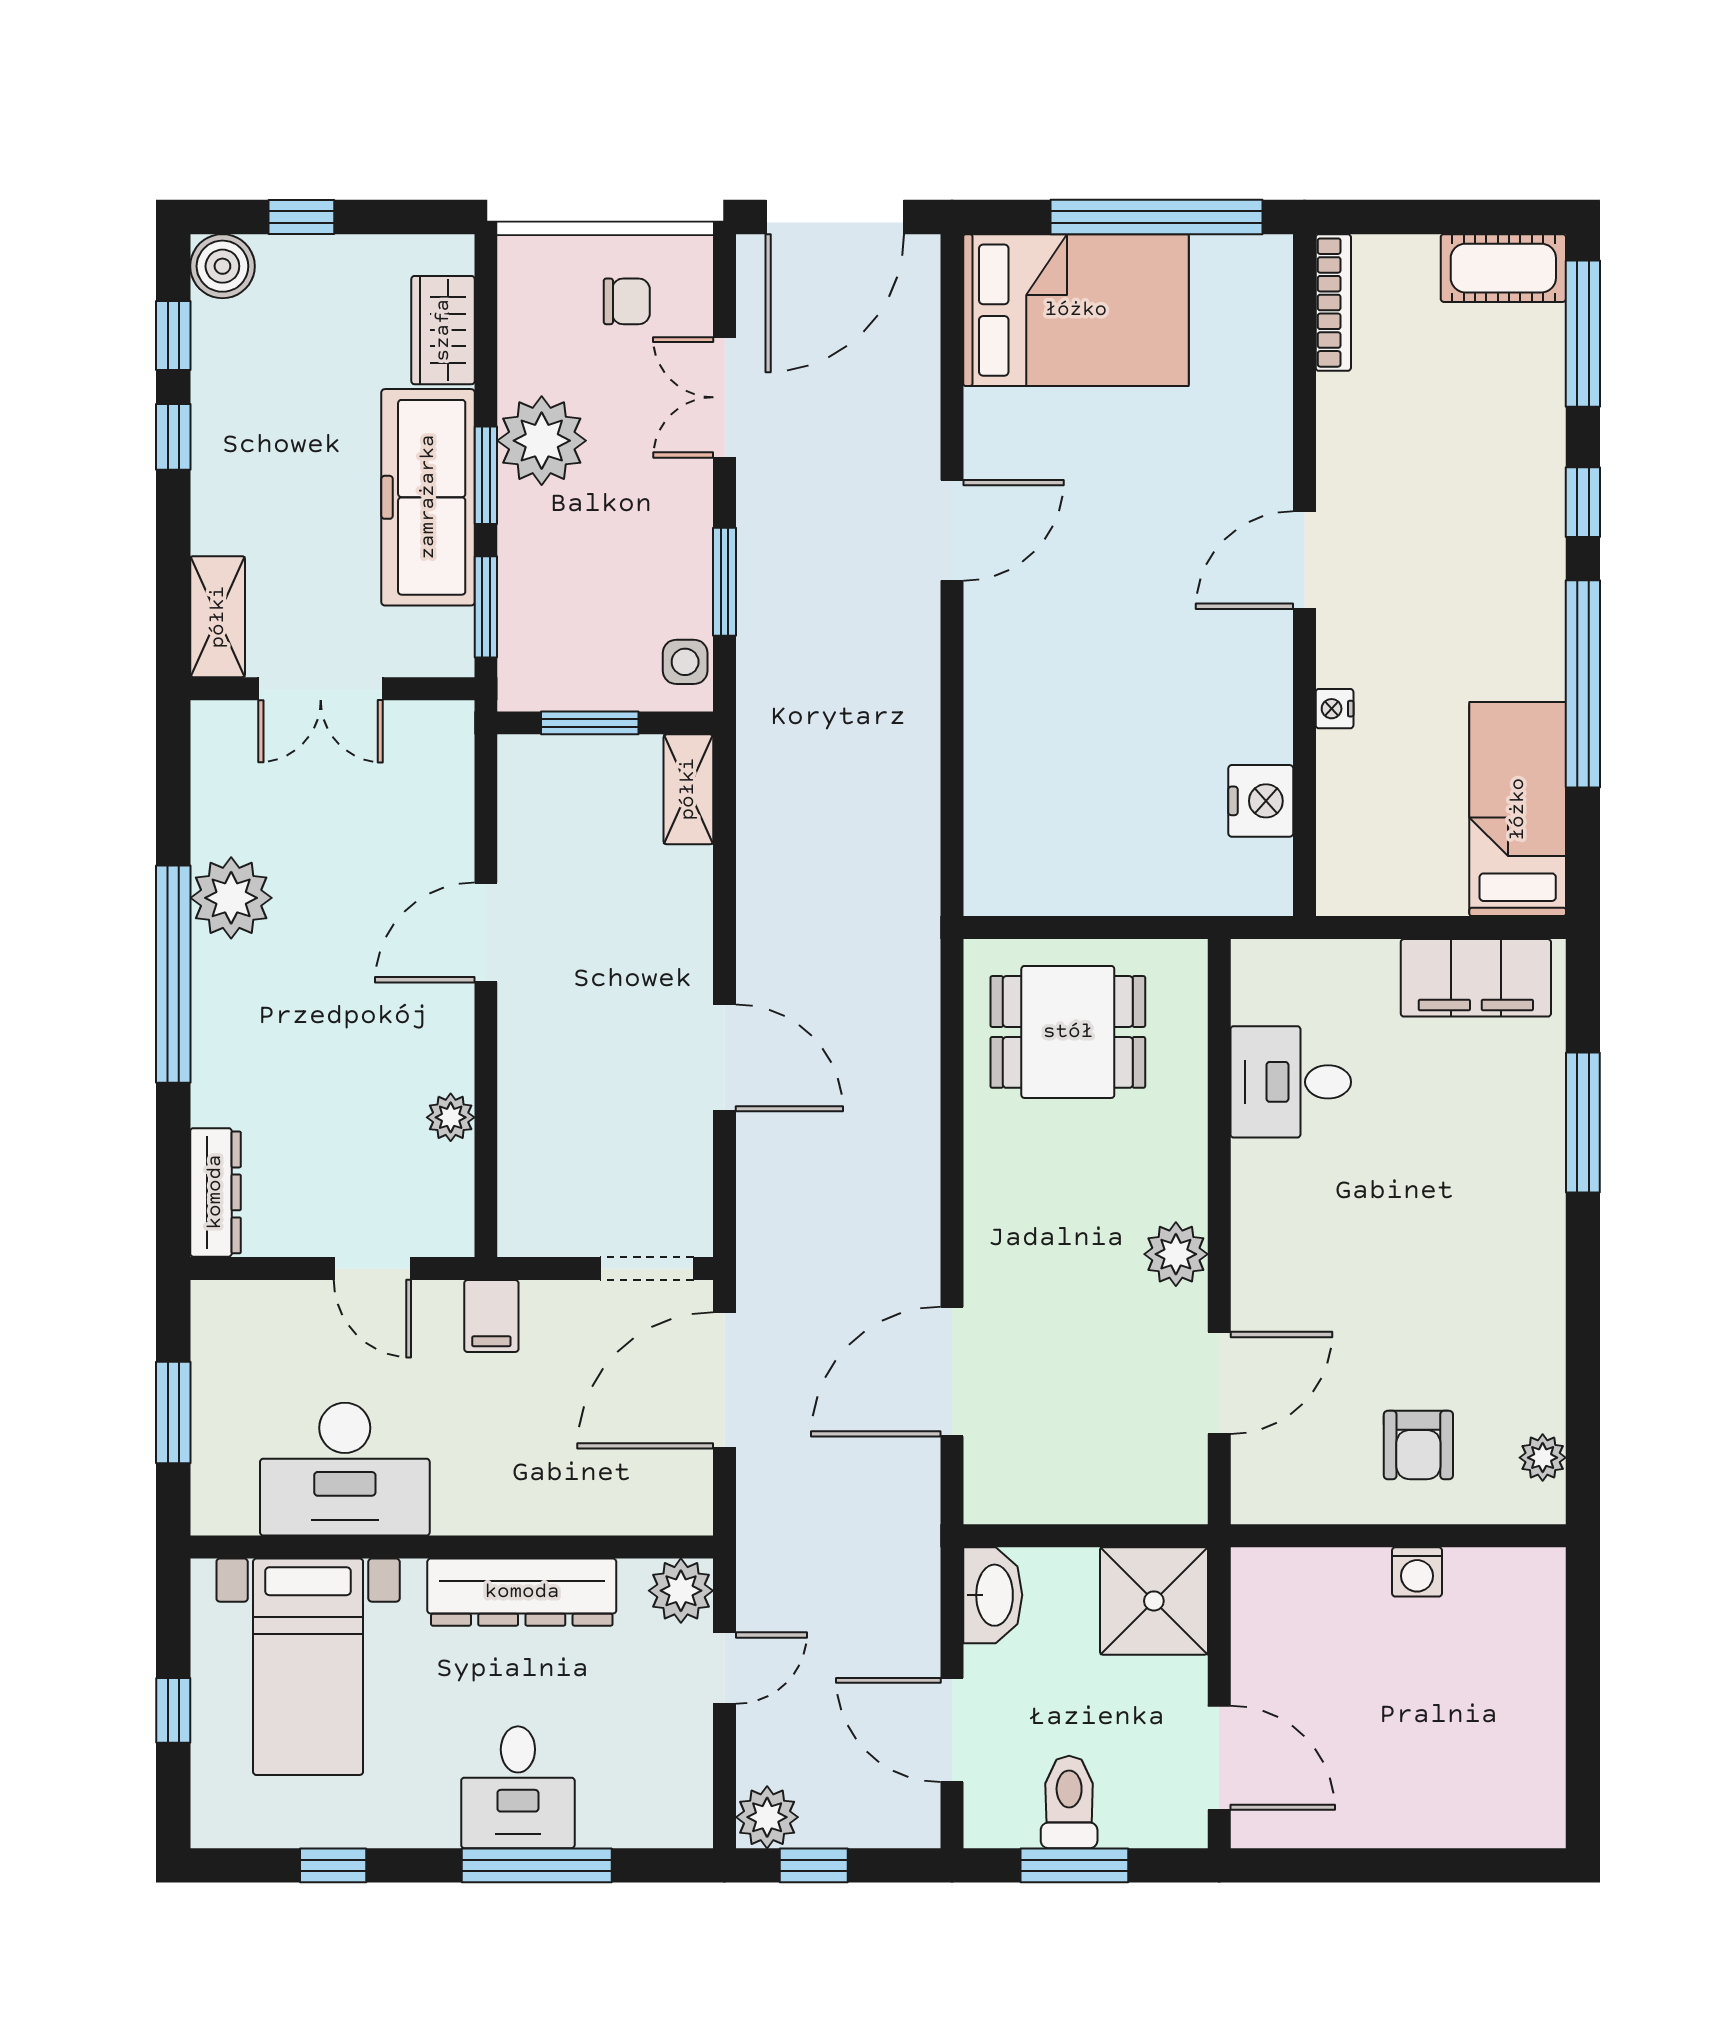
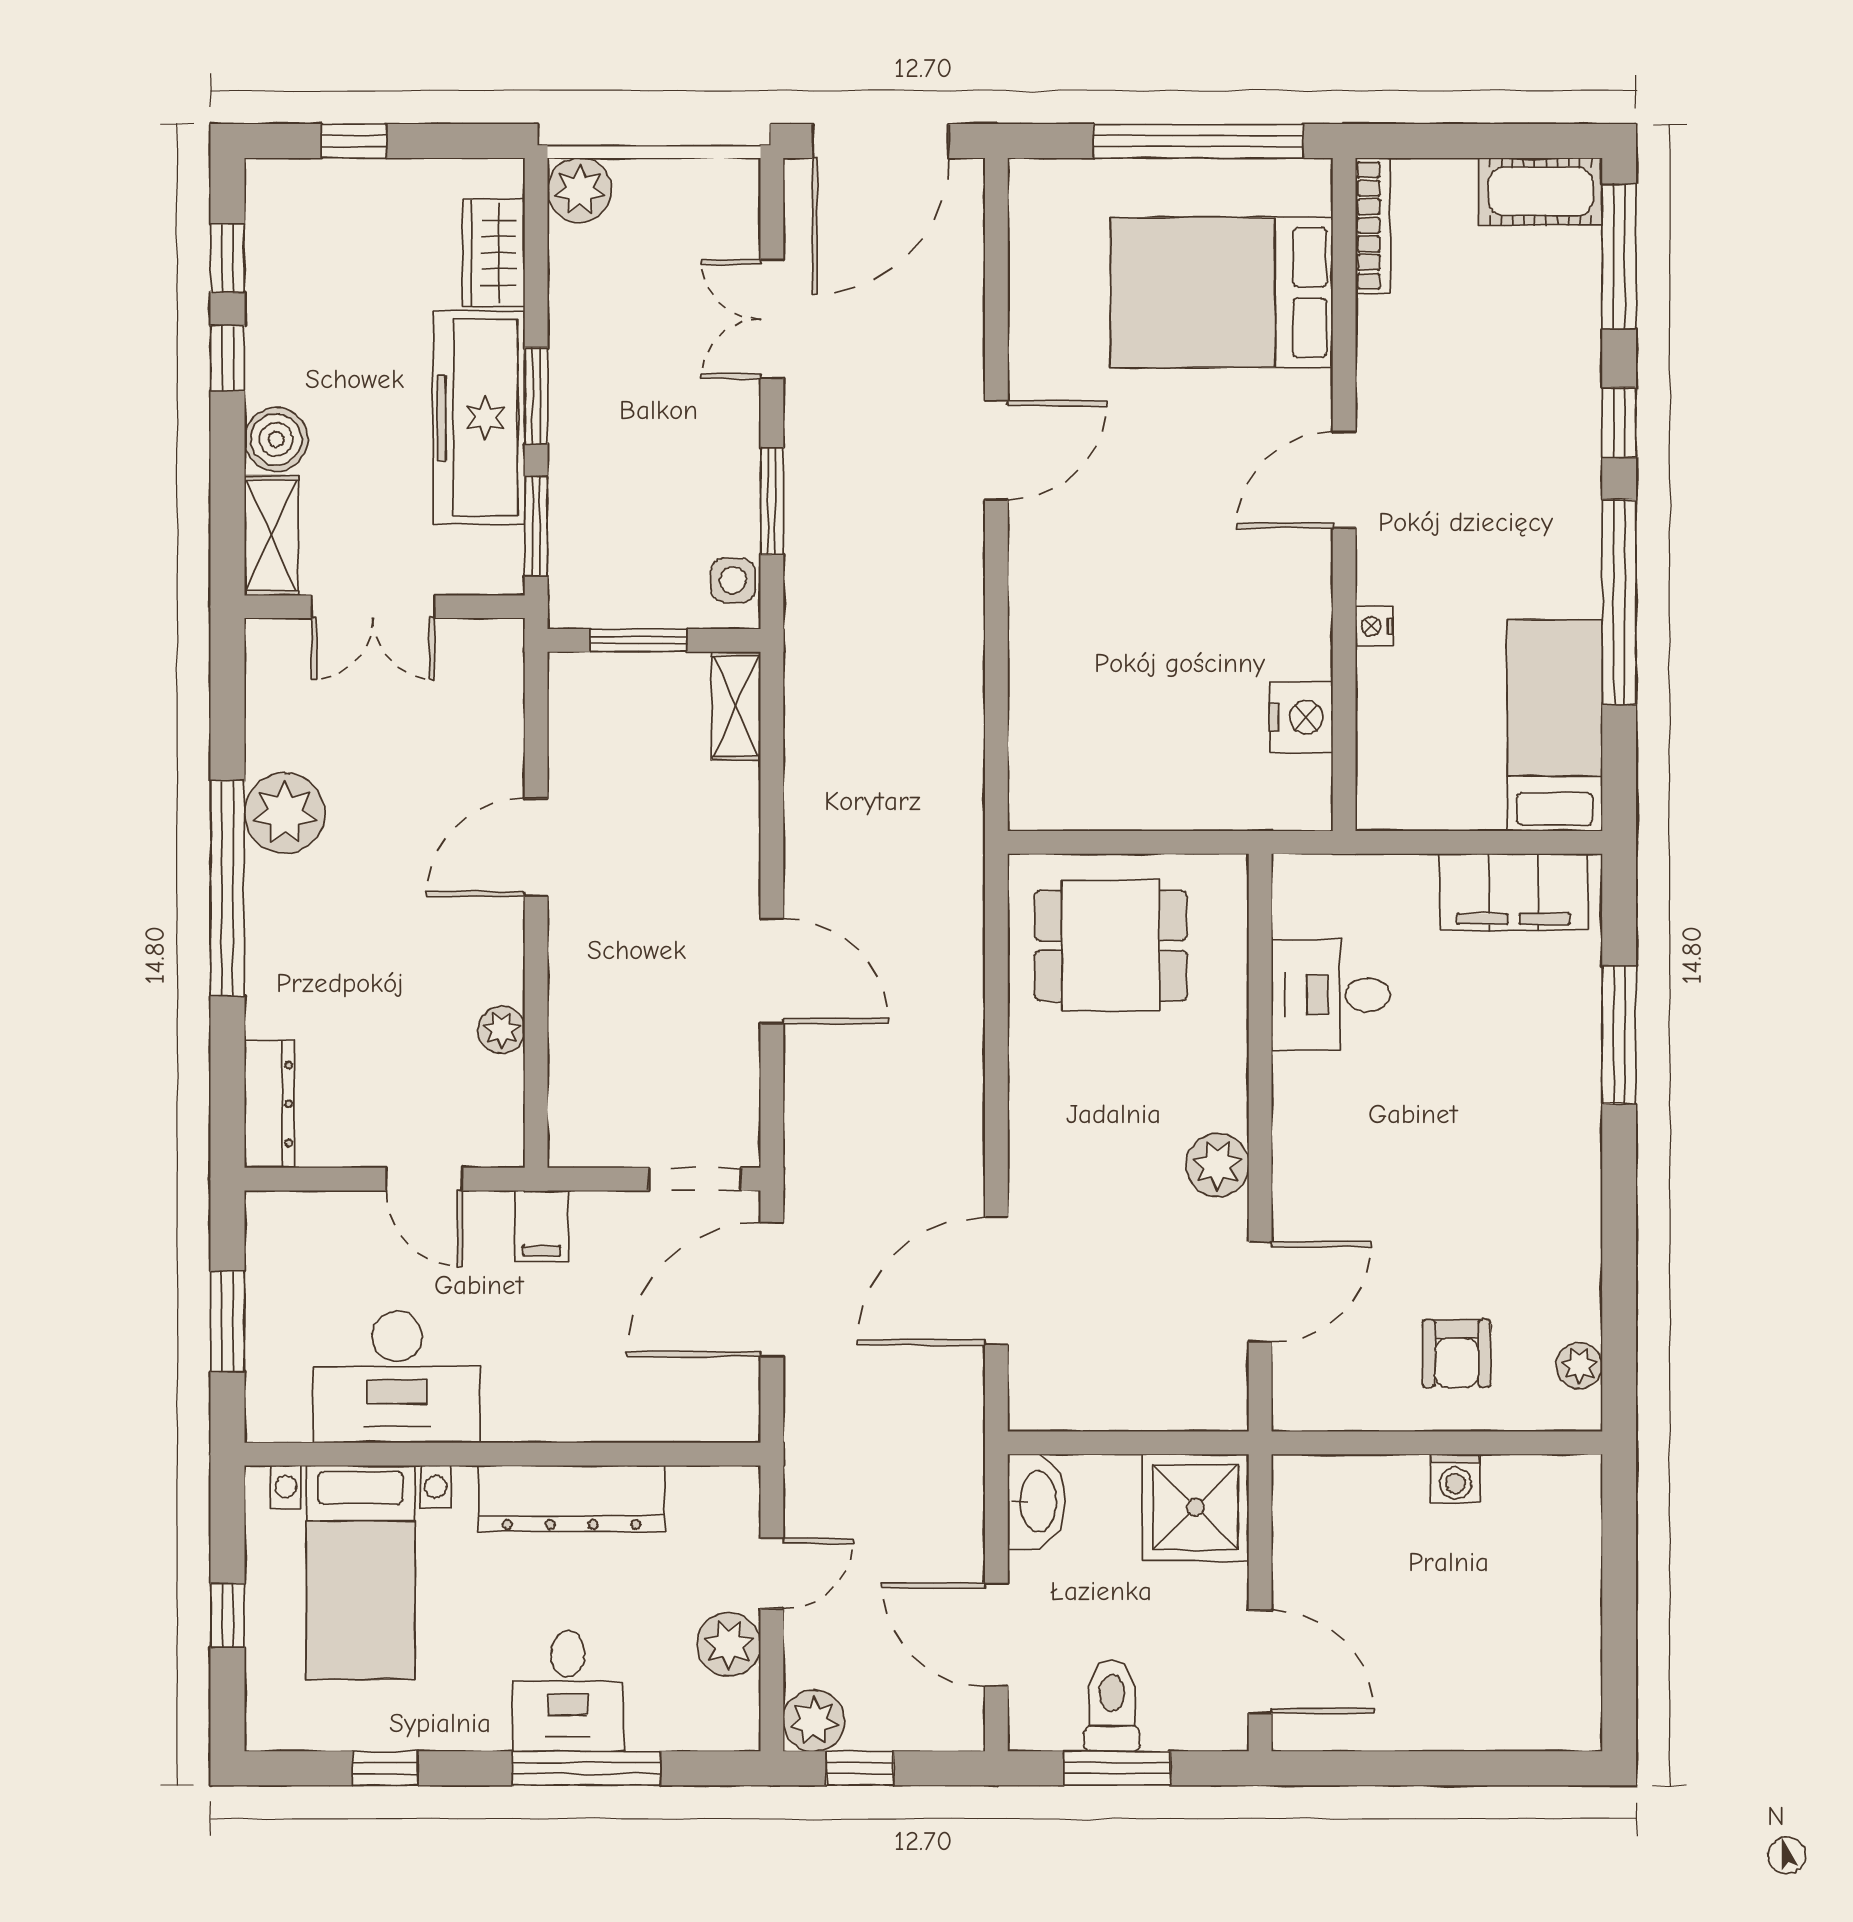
boiler: (222, 266) -> (276, 439), moved
chair: (627, 301) -> (675, 224), removed
bed: (1076, 310) -> (1222, 292), moved, turned 180
plant: (542, 441) -> (580, 190), moved, width x0.73, depth x0.73
plant: (681, 1591) -> (729, 1644), moved

